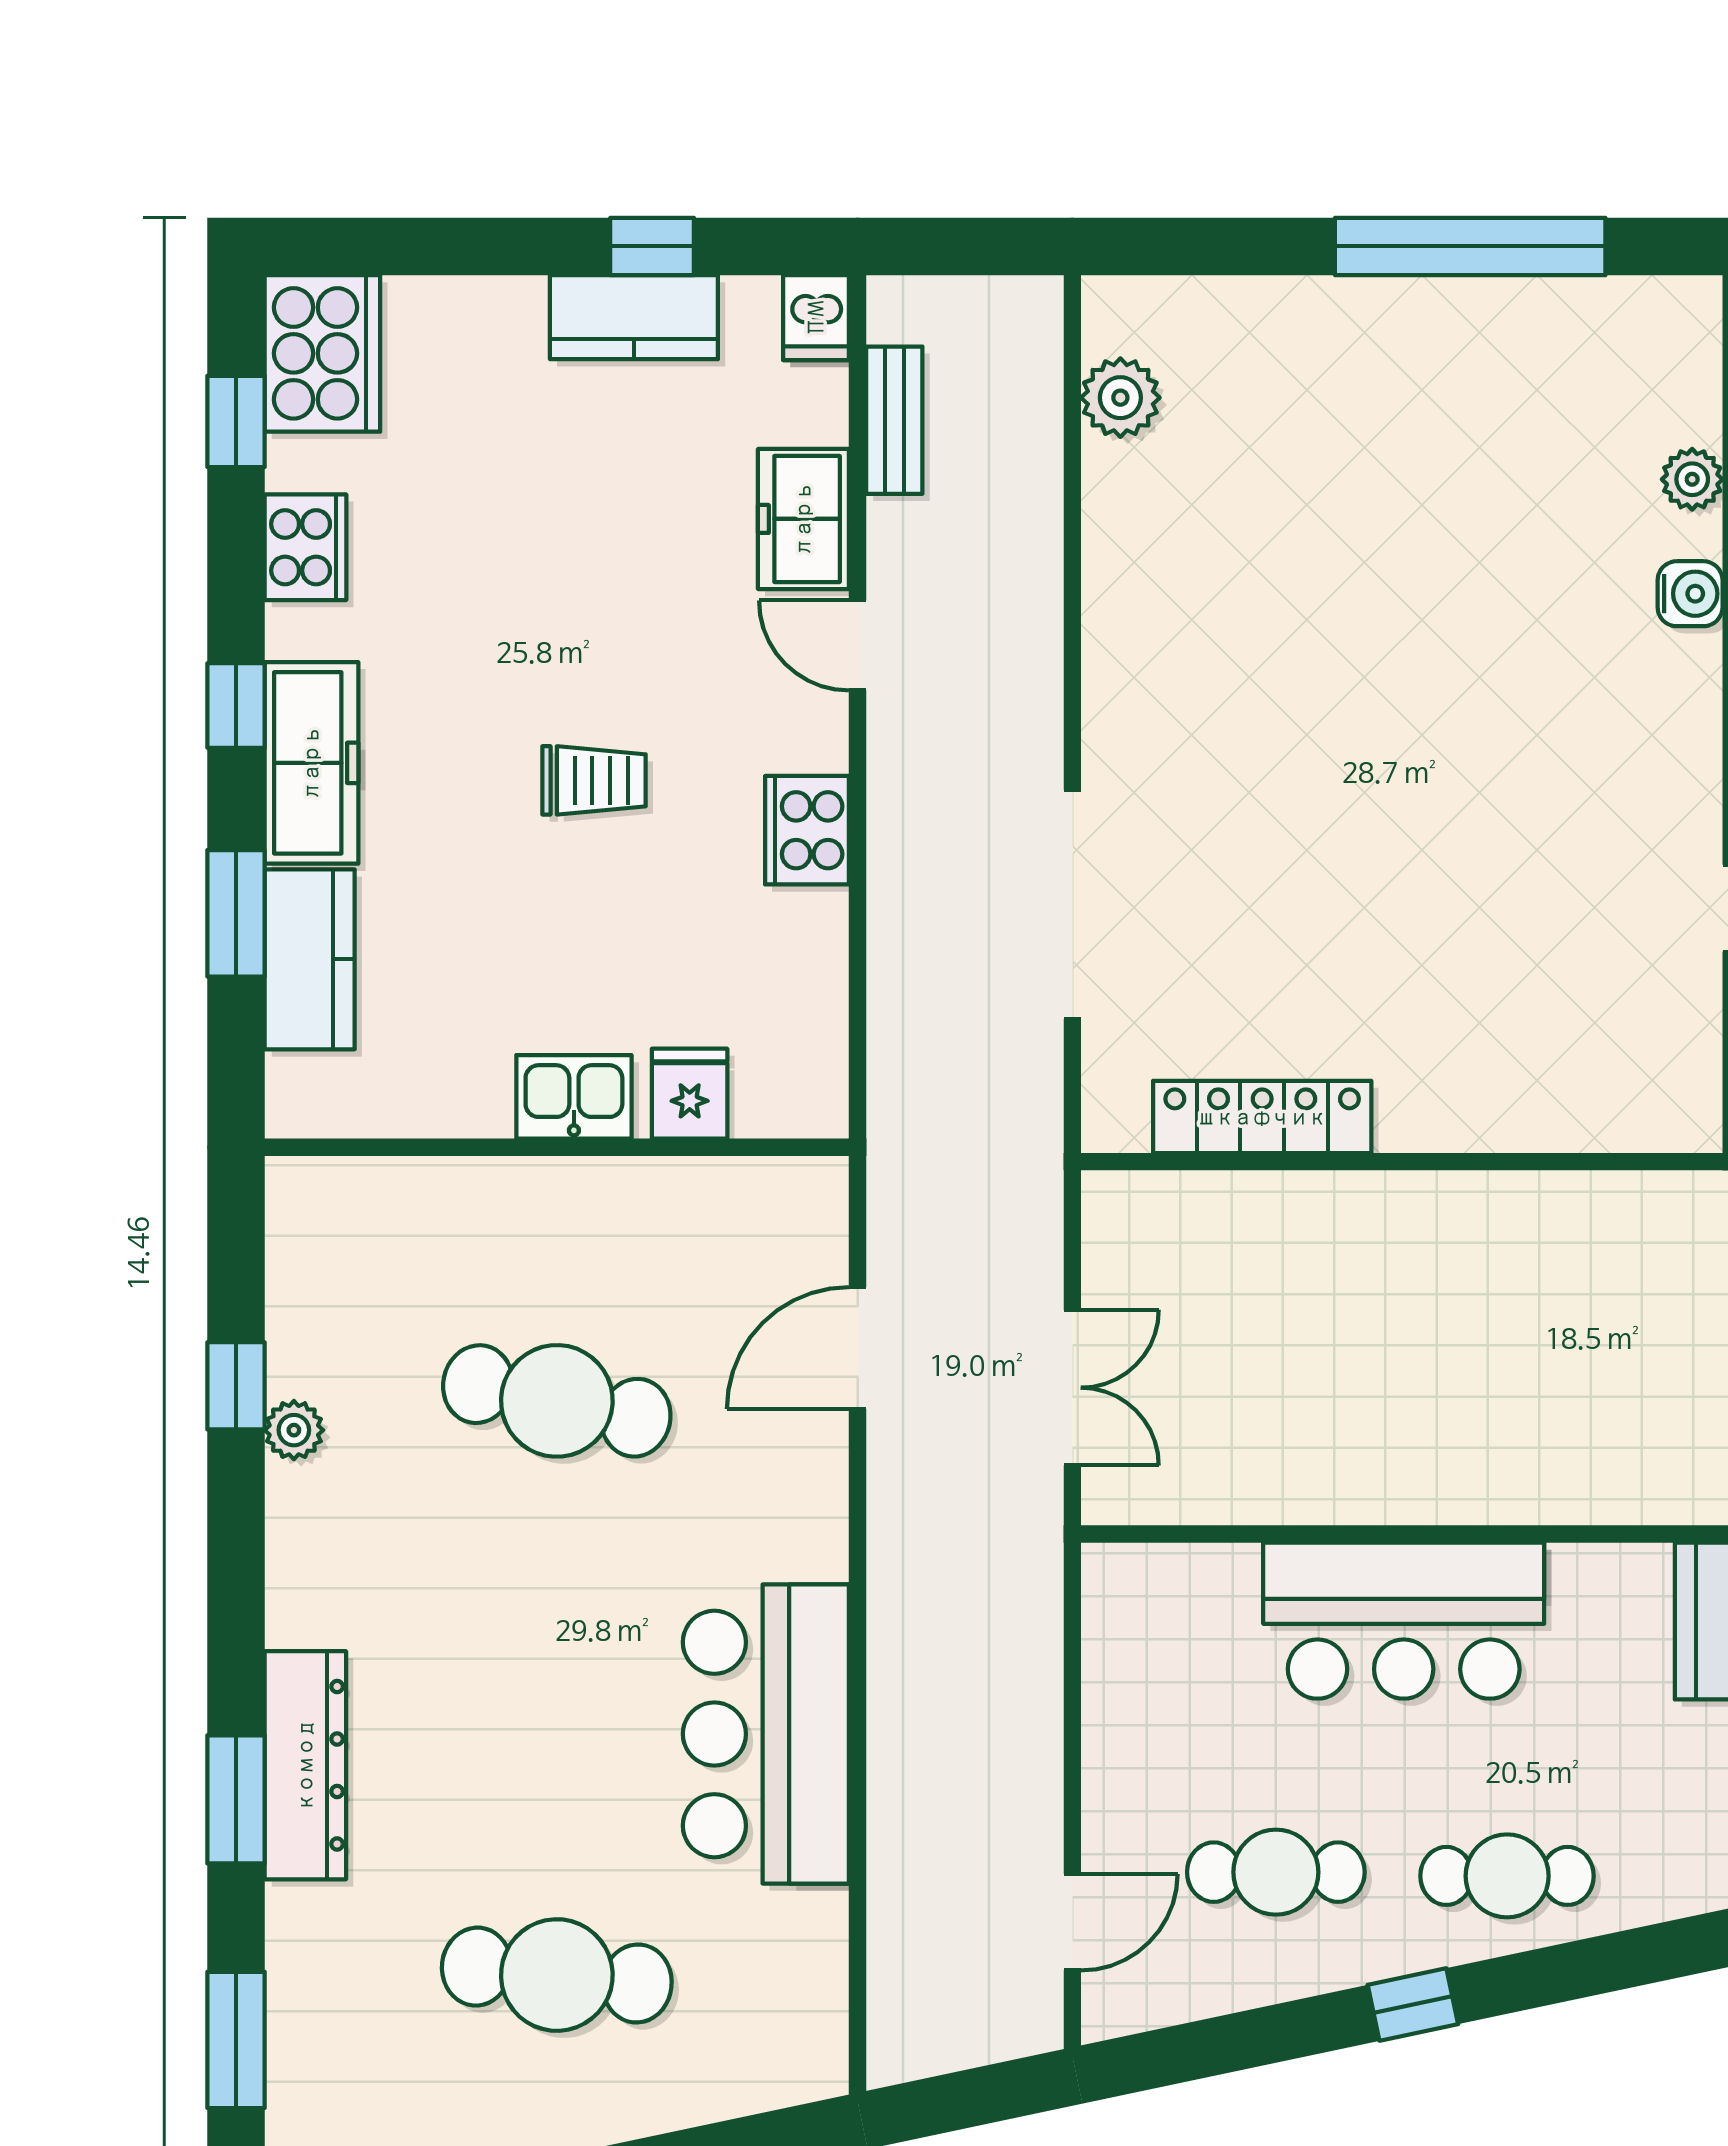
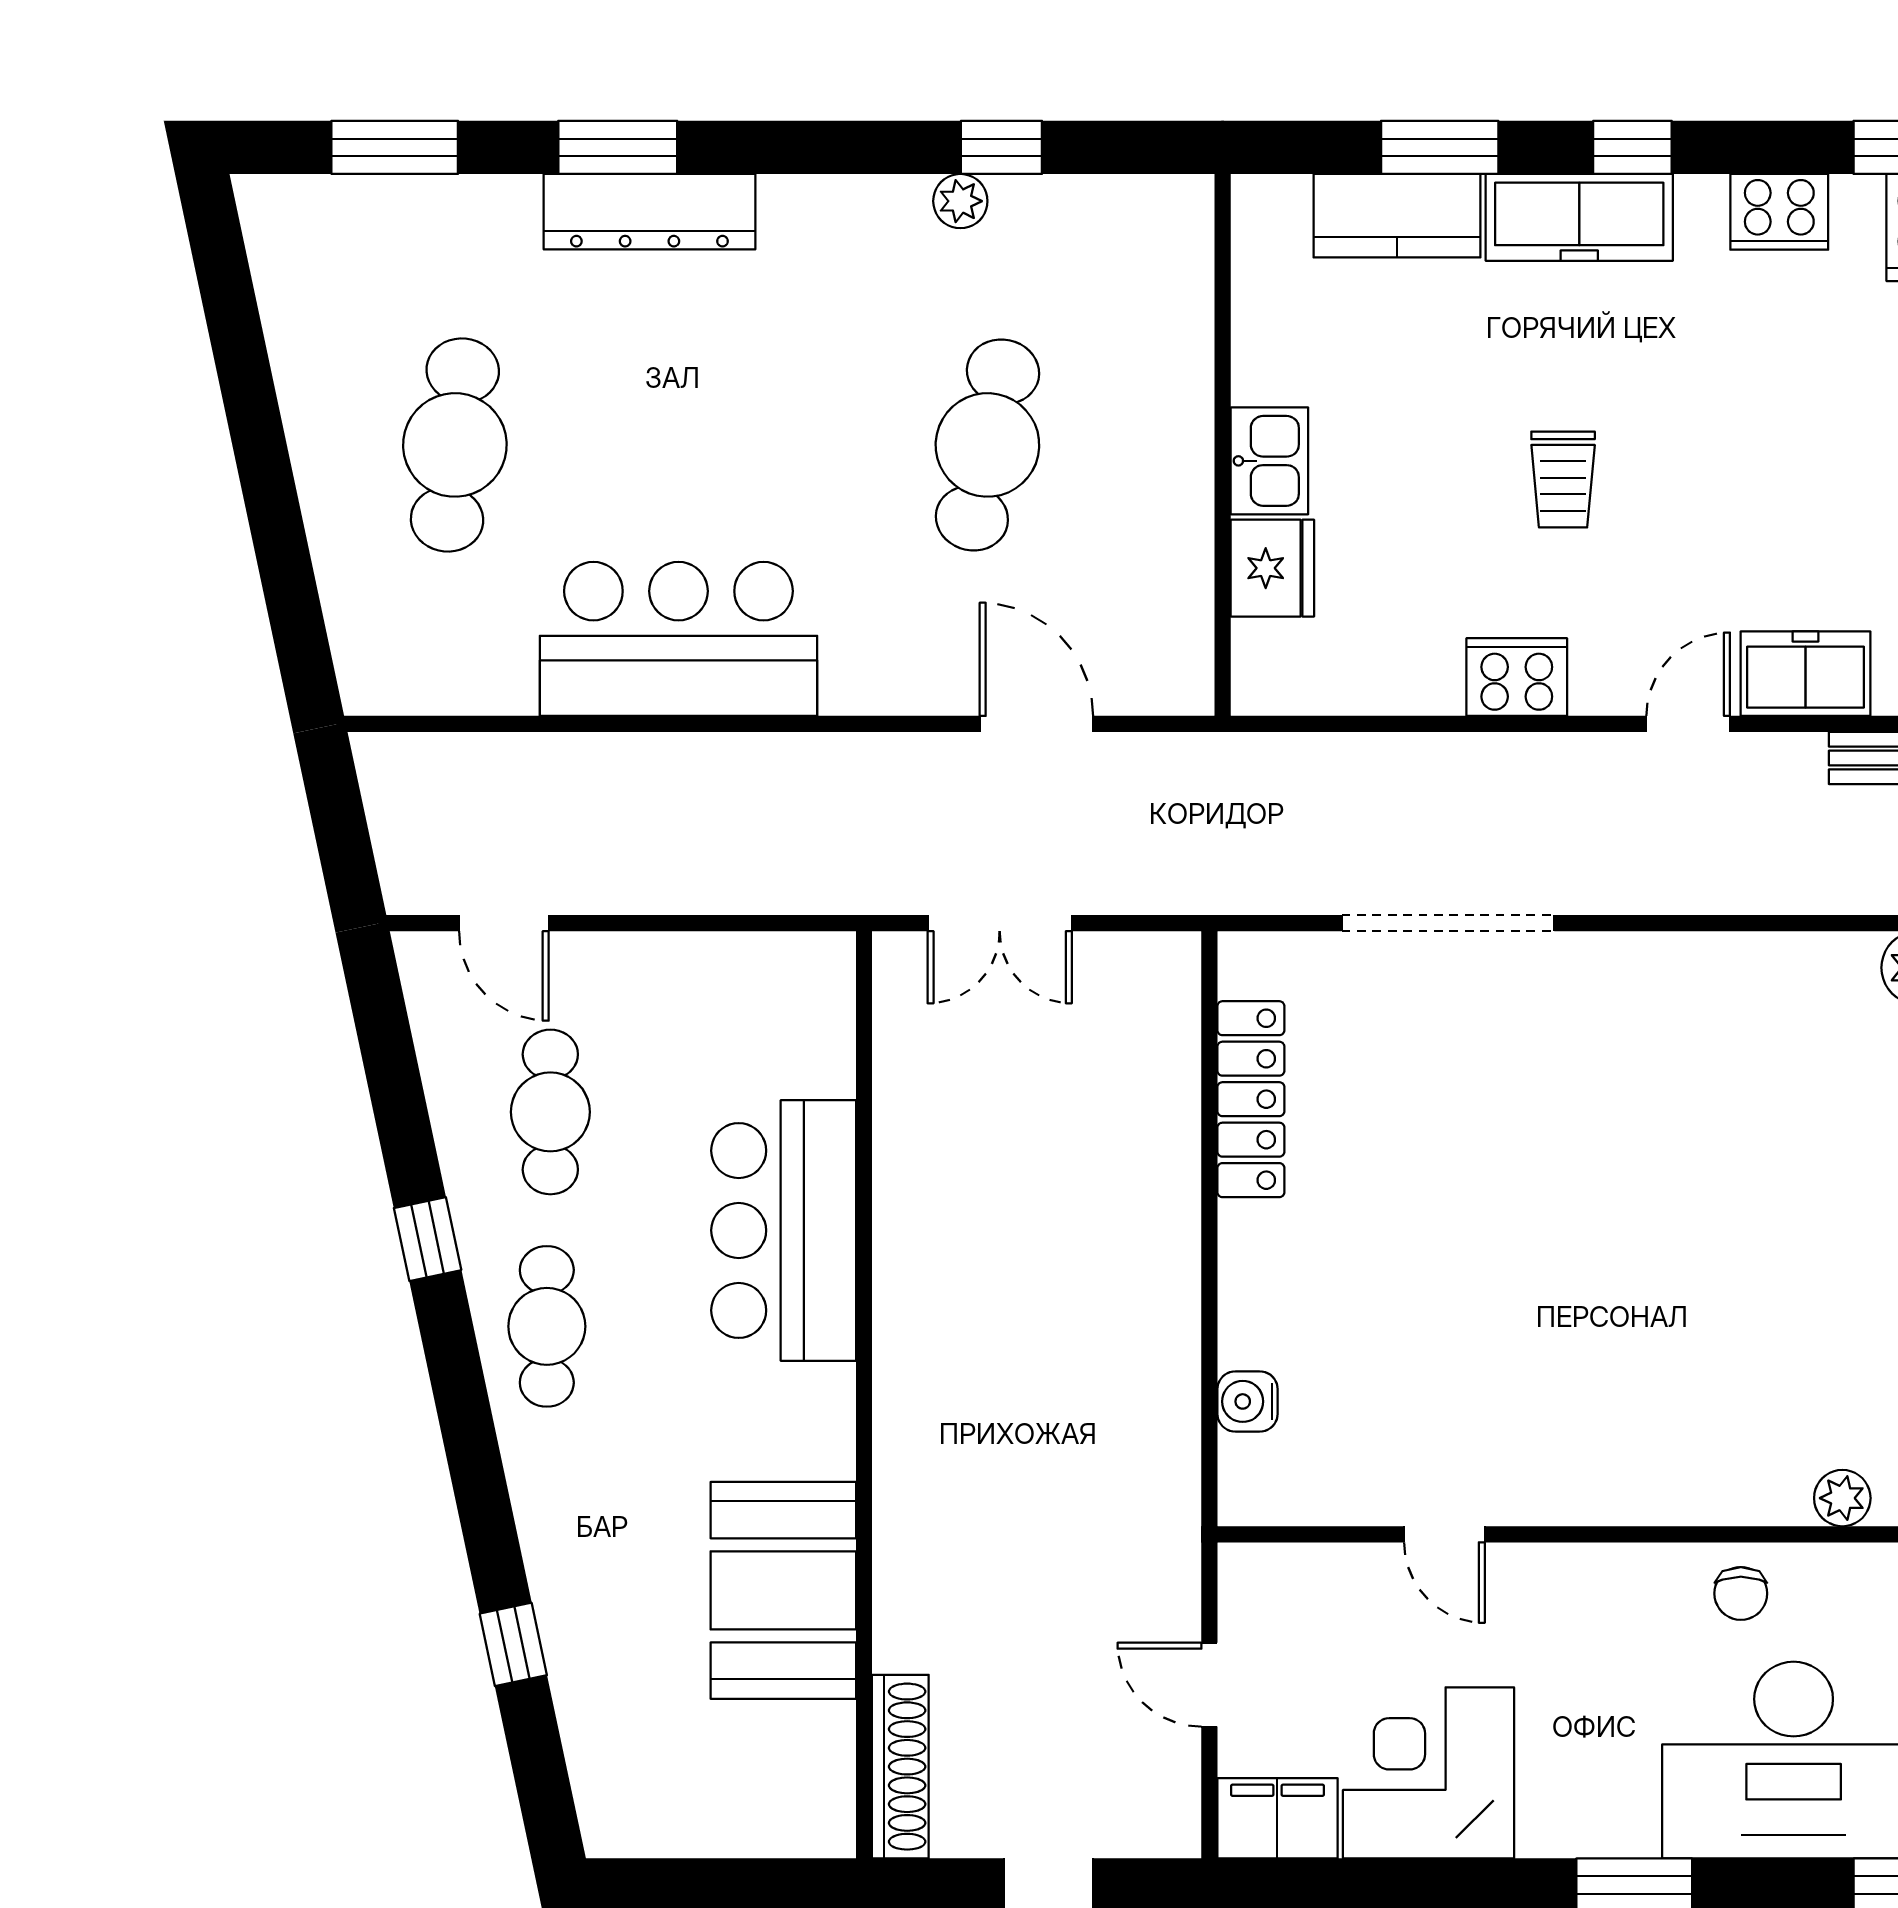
water cooler: (1690, 594) -> (1248, 1401), moved, turned 90
fridge: (690, 1094) -> (1272, 568), width x1.38

